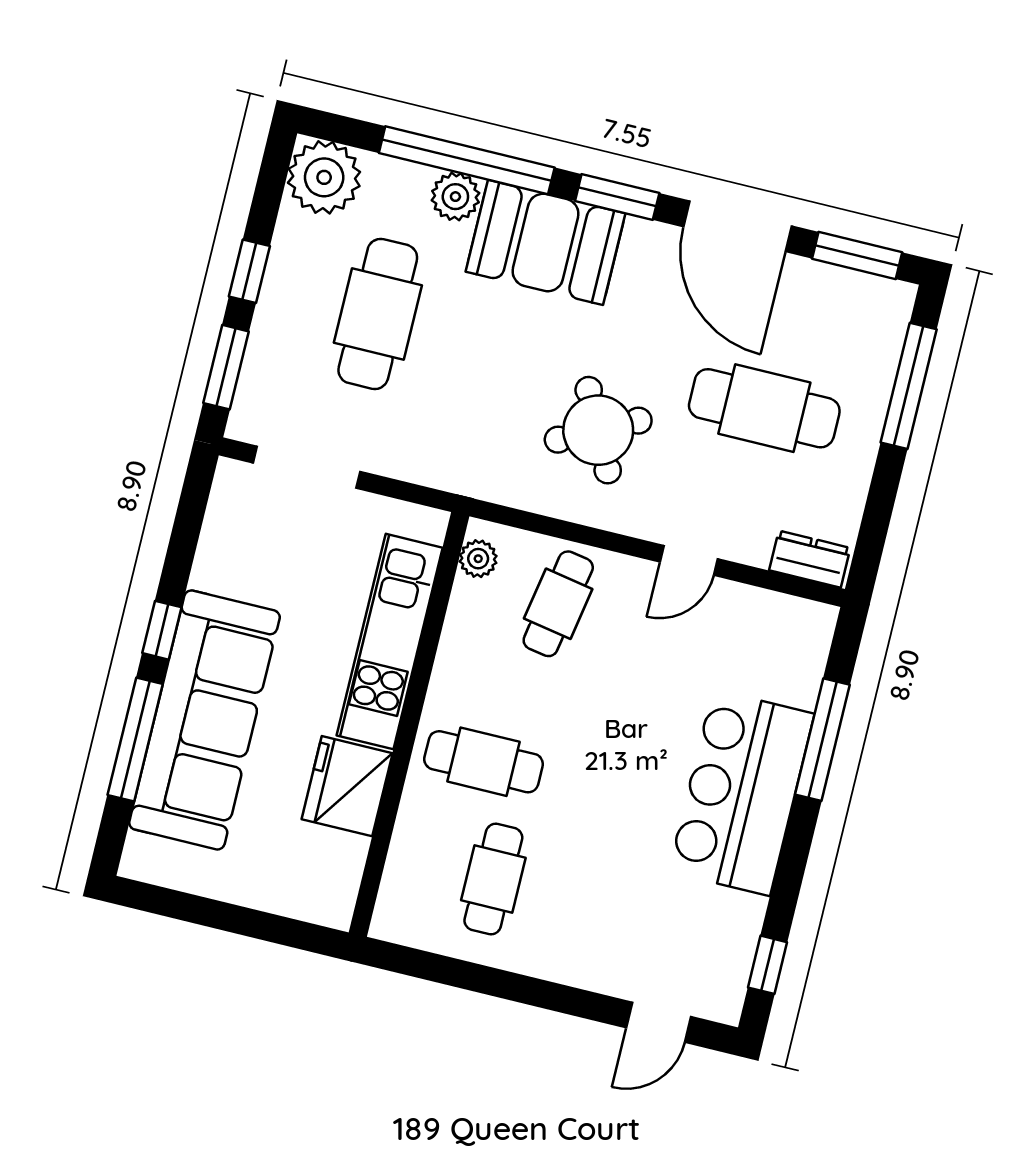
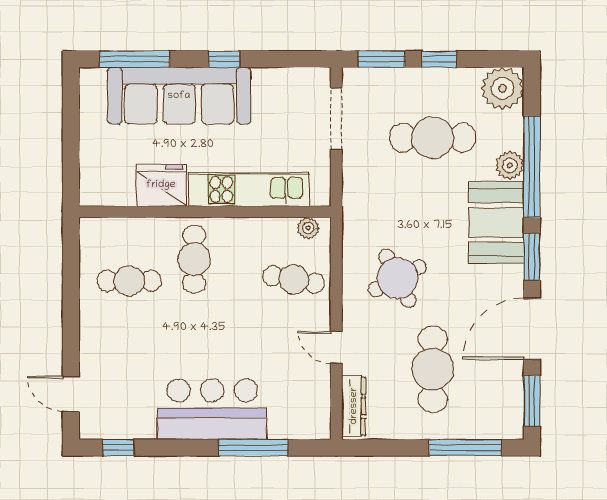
dresser: (810, 559) -> (354, 406), width x1.44
window: (135, 740) -> (135, 59), moved

